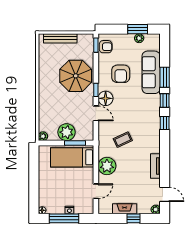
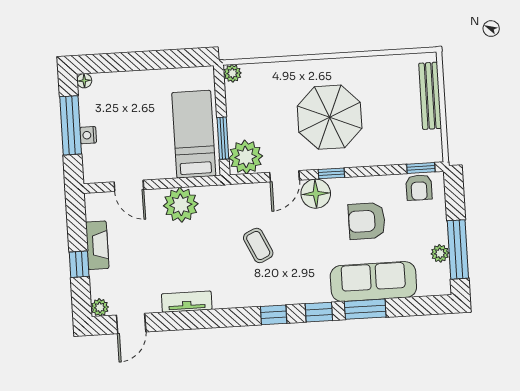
window: (138, 29) -> (458, 249), width x1.44
parasol: (76, 76) -> (330, 117), moved
plant: (66, 132) -> (246, 157), moved
coffee table: (123, 140) -> (258, 245), moved

